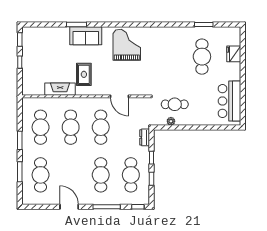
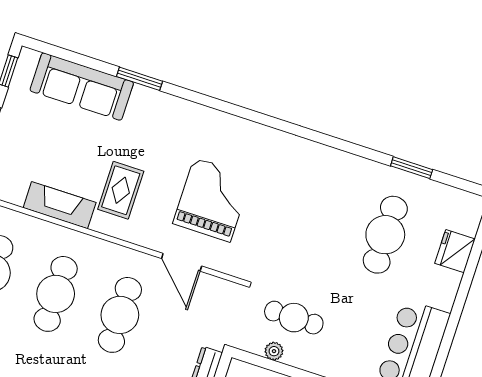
sofa: (86, 36) -> (82, 86), moved, width x1.36
grand piano: (127, 45) -> (212, 200), moved

